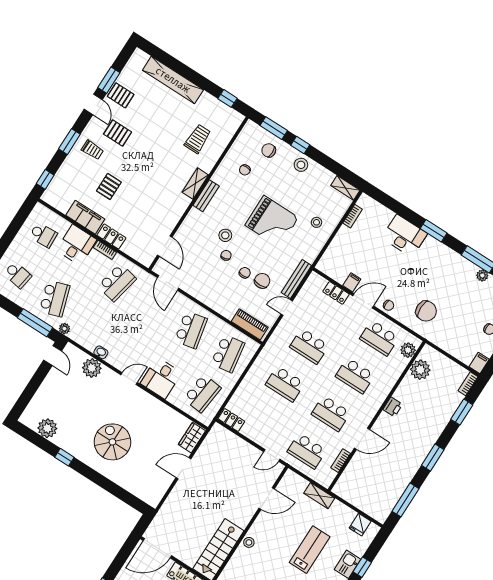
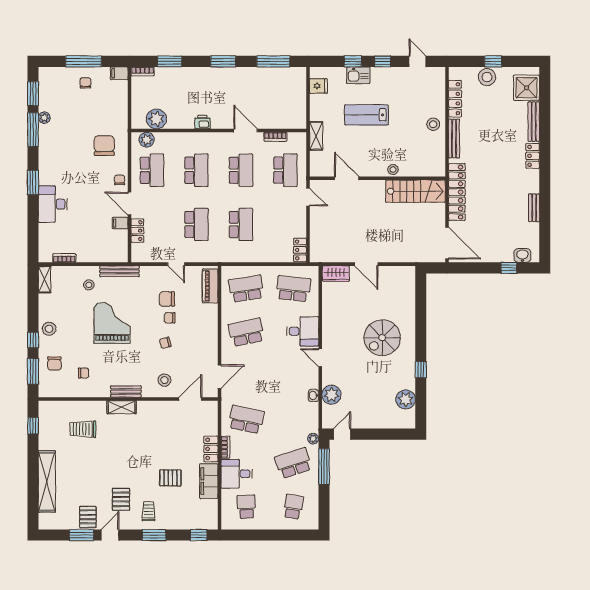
stool: (225, 235) -> (164, 380), moved
bench: (296, 279) -> (119, 271), moved

